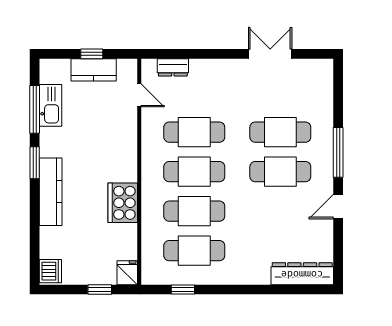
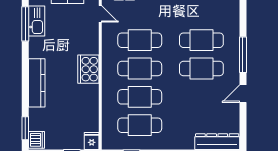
window: (35, 163) -> (25, 128), moved
cooker: (123, 203) -> (88, 69), moved

